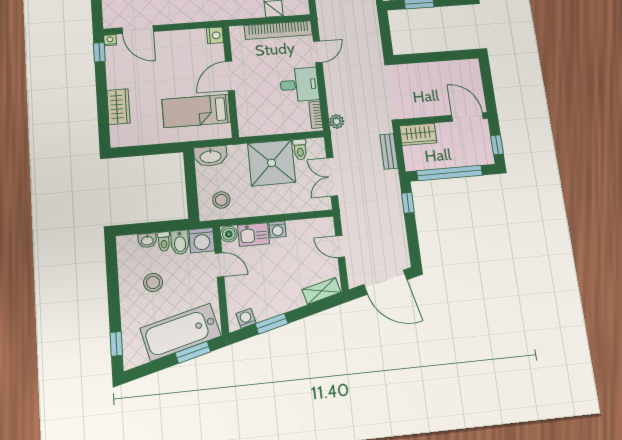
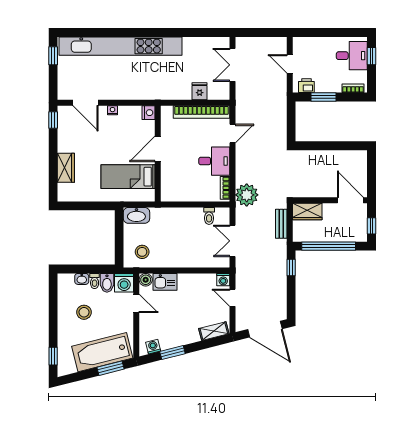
nightstand: (110, 40) -> (113, 110), moved
plant: (337, 121) -> (247, 195), width x1.88, depth x1.88
shower: (272, 163) -> (185, 225), removed
washing machine: (277, 230) -> (223, 280), moved

